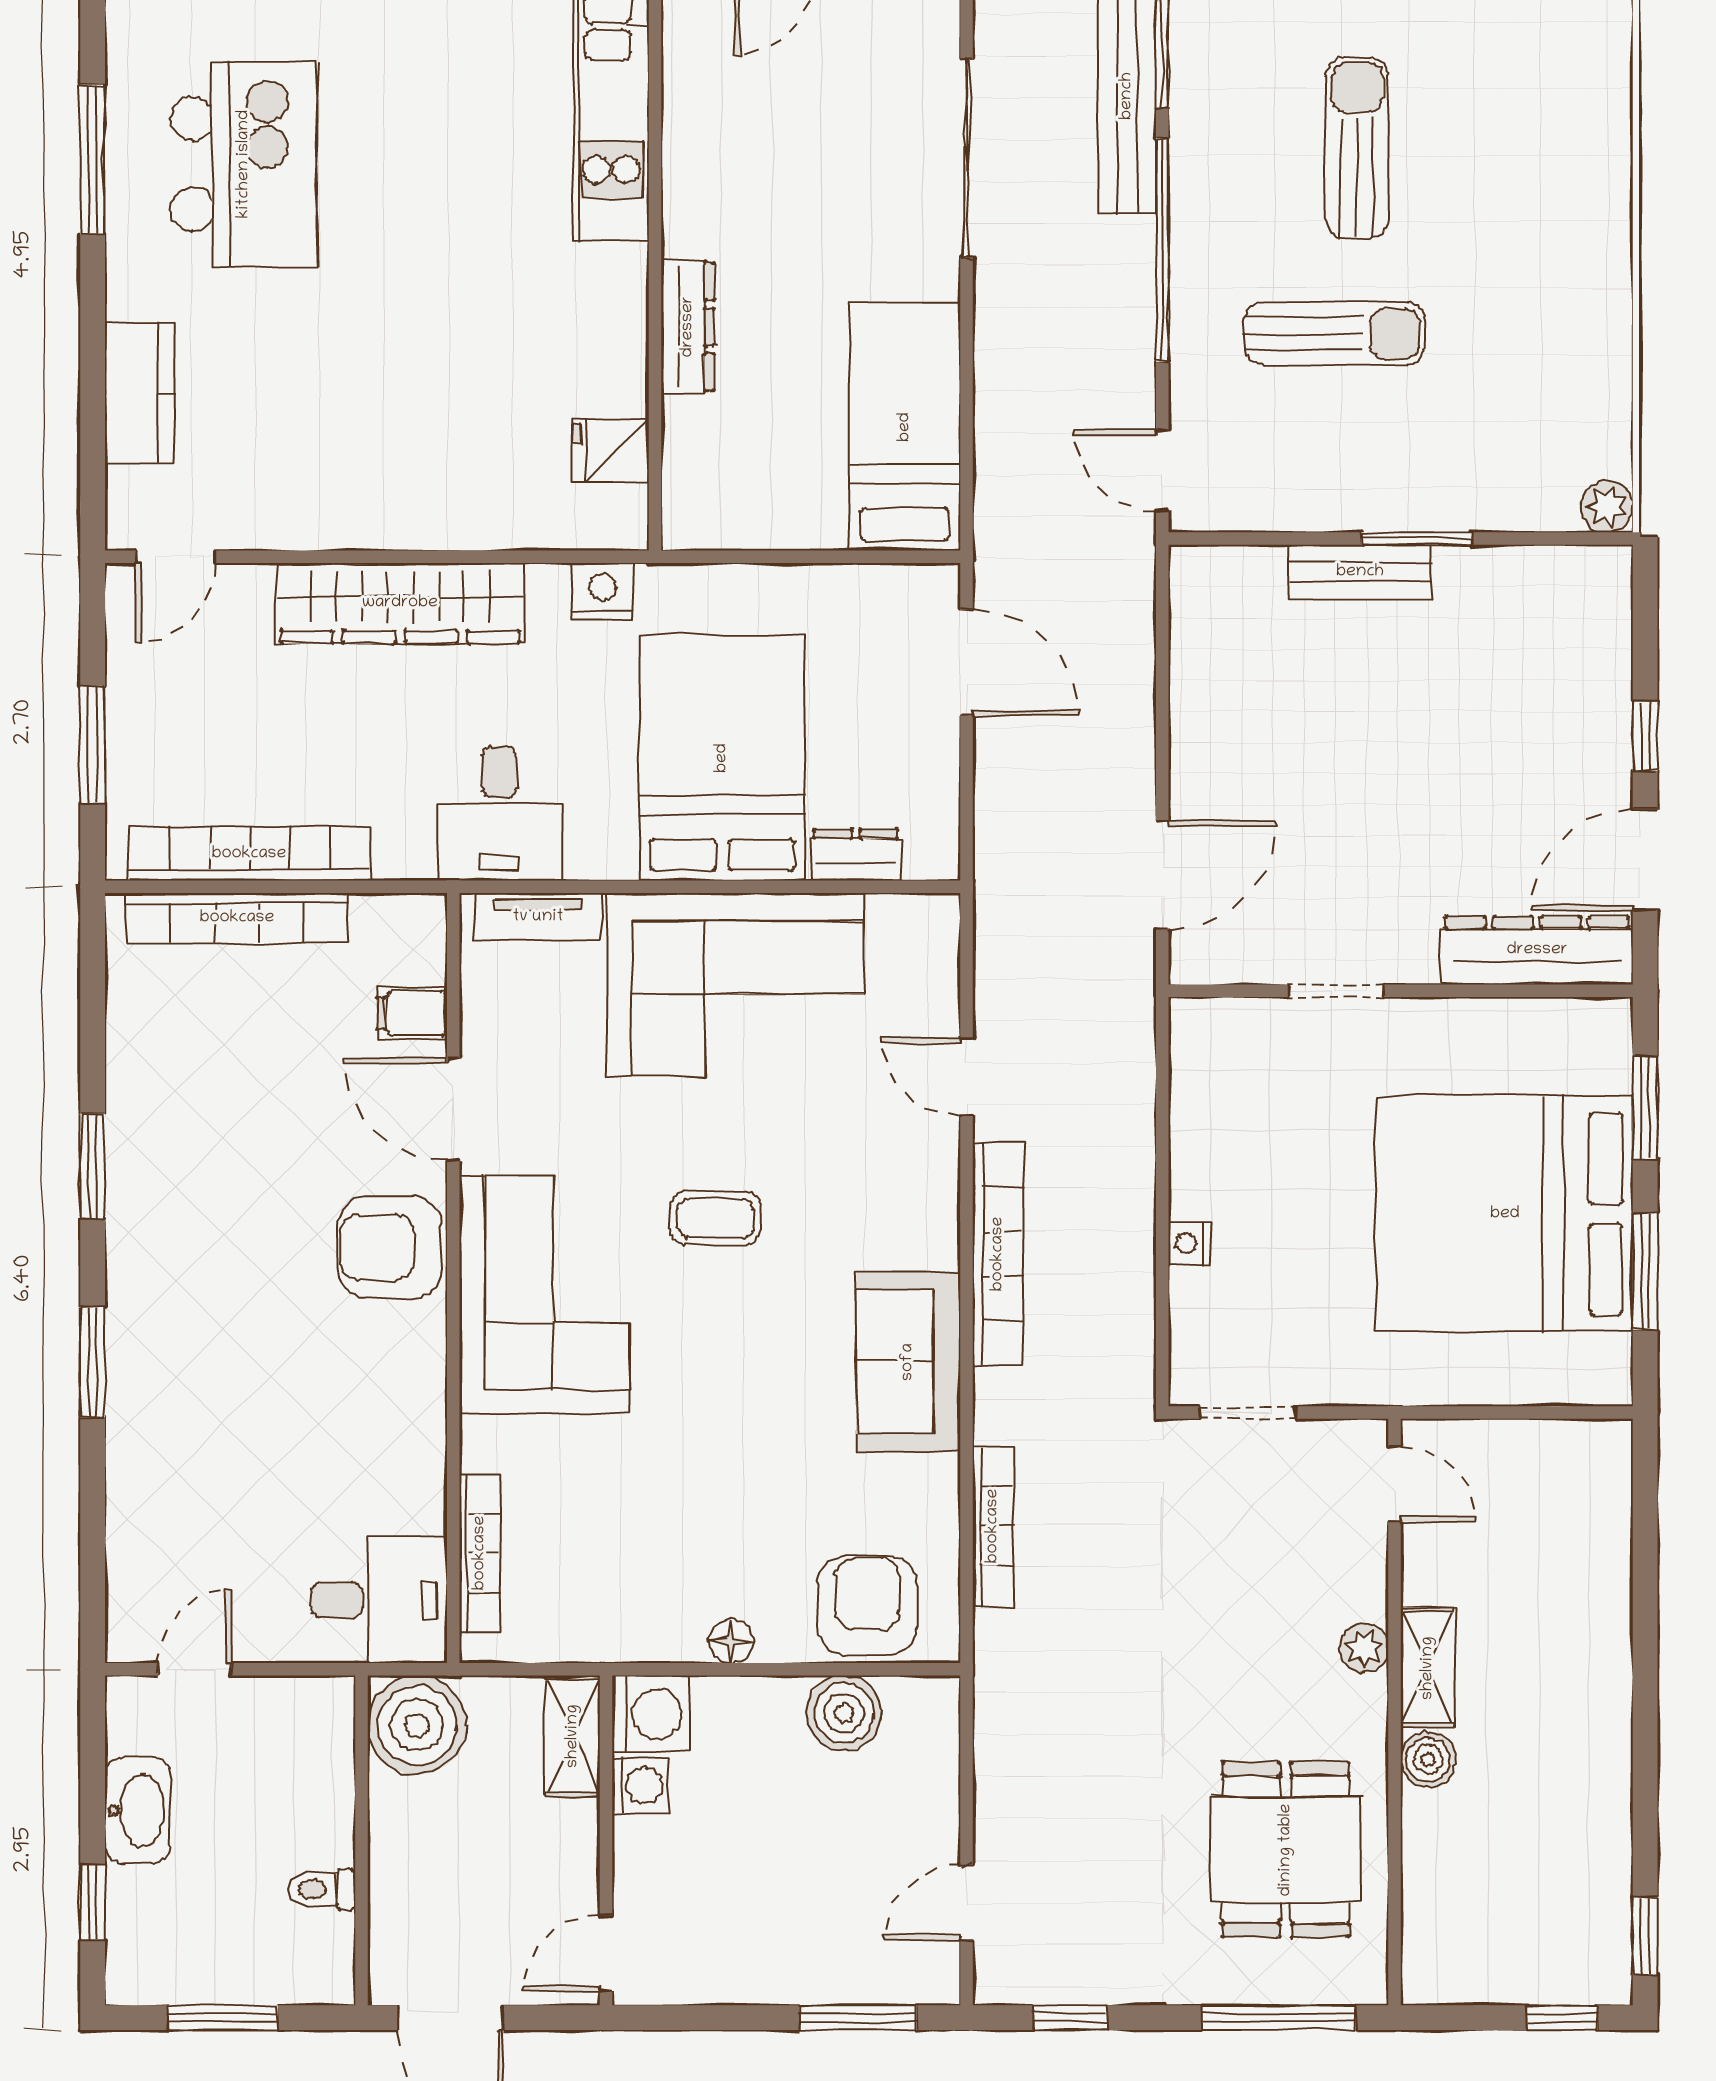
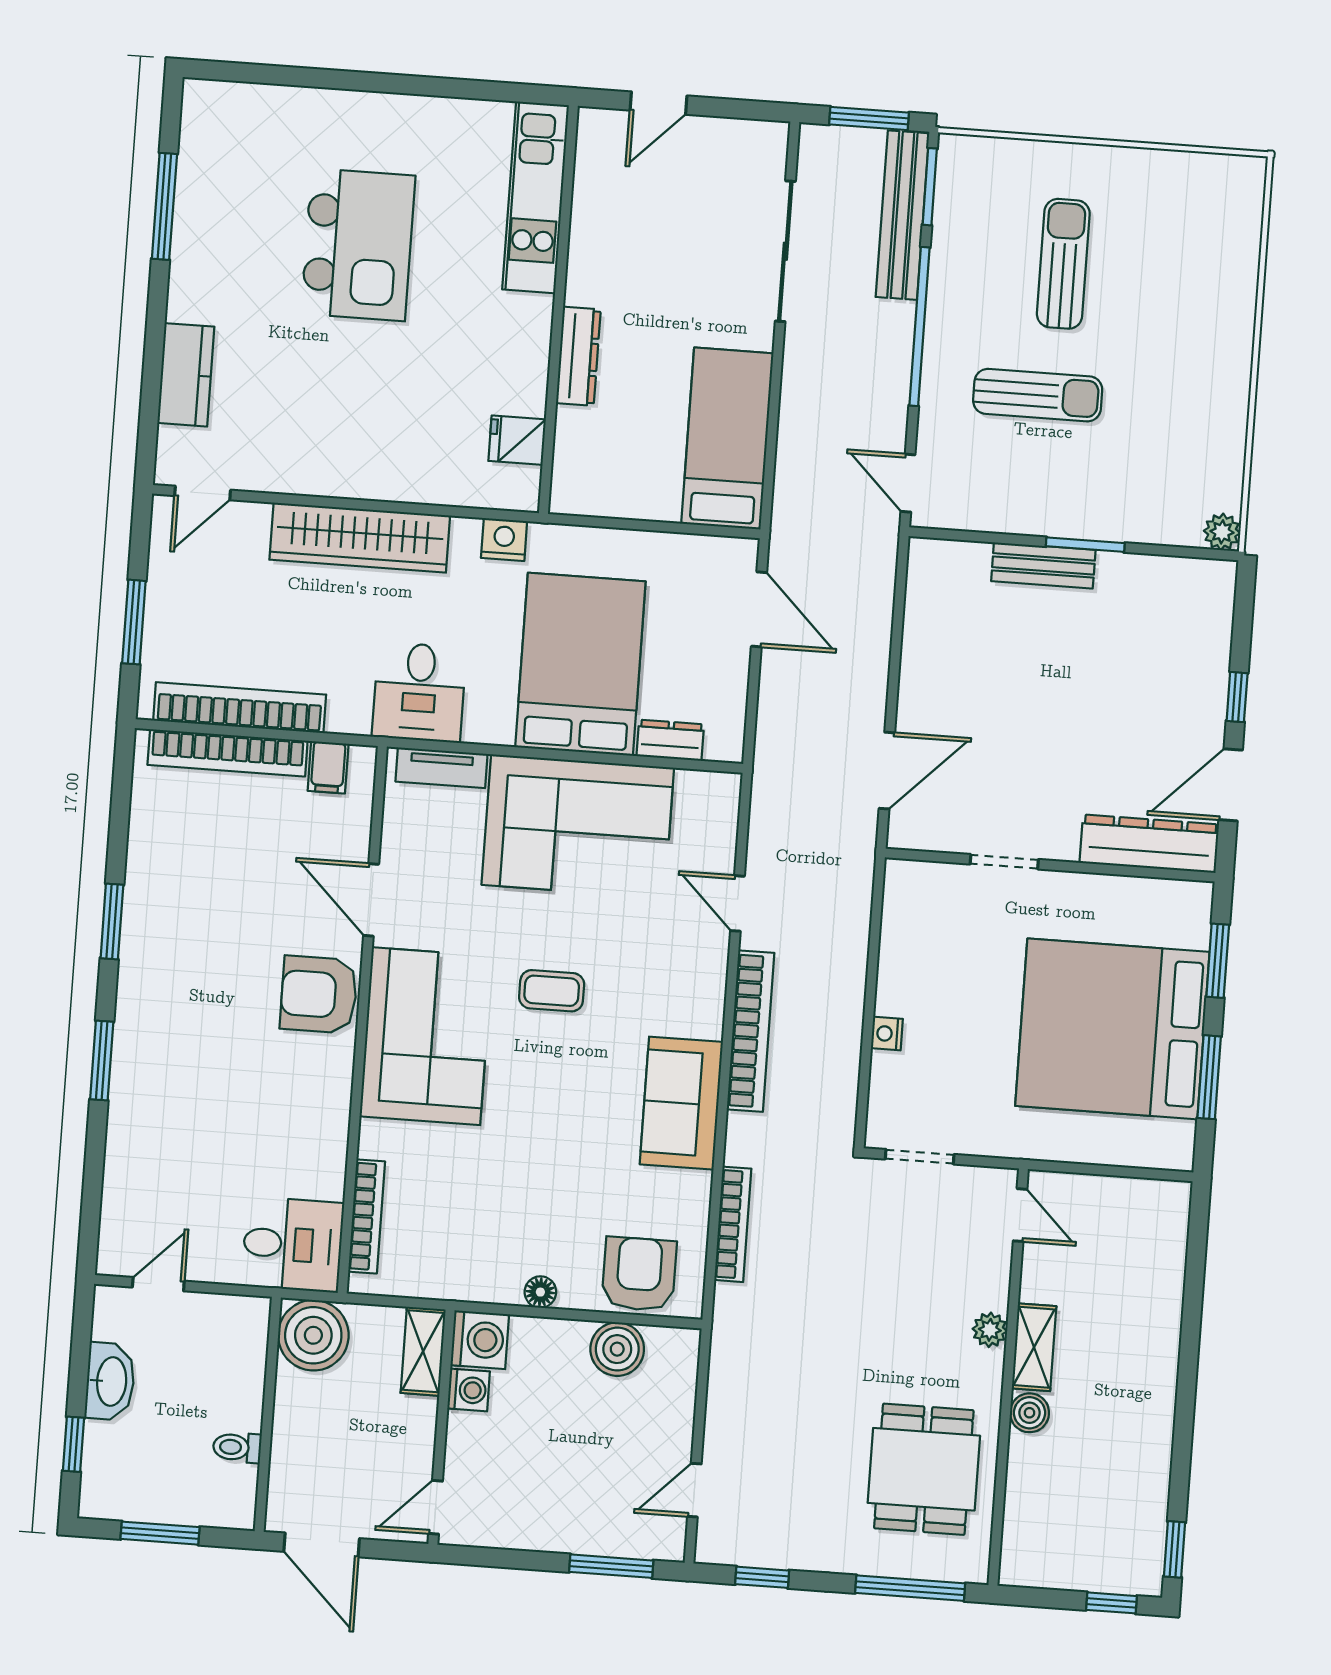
kitchen island: (244, 164) -> (358, 245), moved
filing cabinet: (412, 1013) -> (328, 767), moved, turned -90

